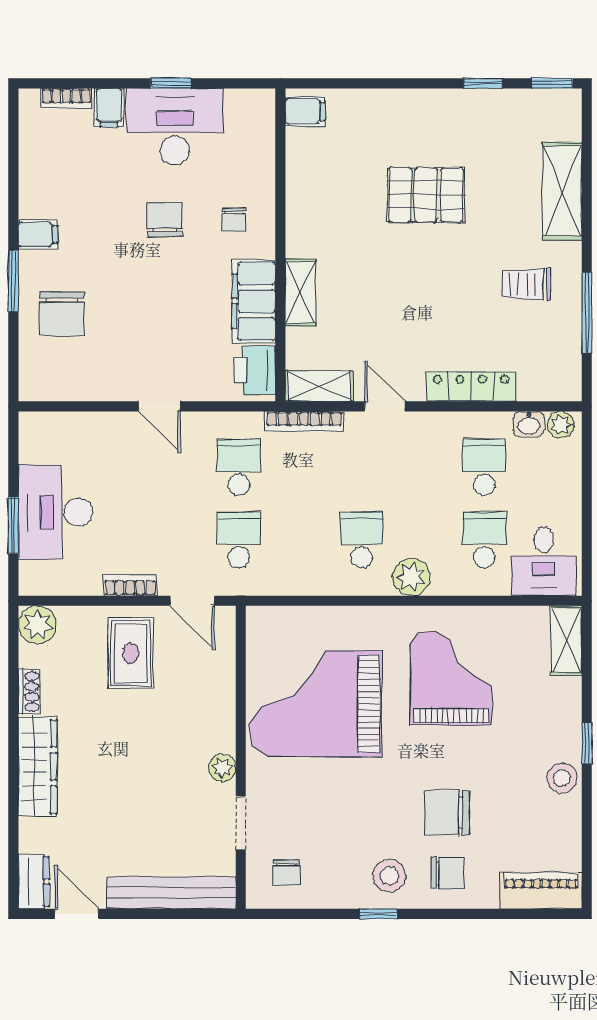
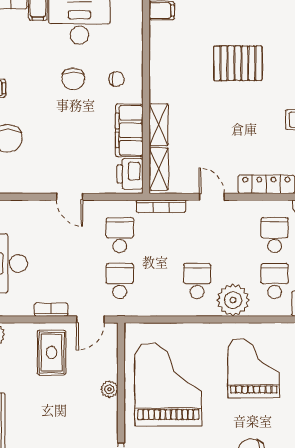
chair: (165, 220) -> (73, 79), turned 180
chair: (234, 220) -> (117, 79), turned -90
shelving: (319, 386) -> (159, 169), moved, turned 90
plant: (411, 577) -> (233, 300), width x1.36, depth x1.36
door: (192, 601) -> (90, 319), hinge flipped
grand piano: (316, 704) -> (168, 384), turned 90
plant: (222, 768) -> (109, 389), moved

